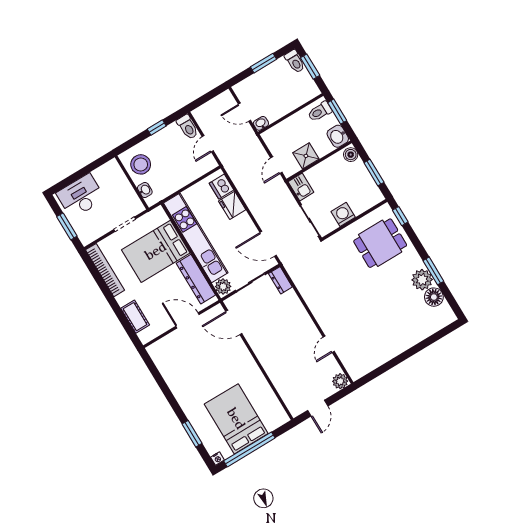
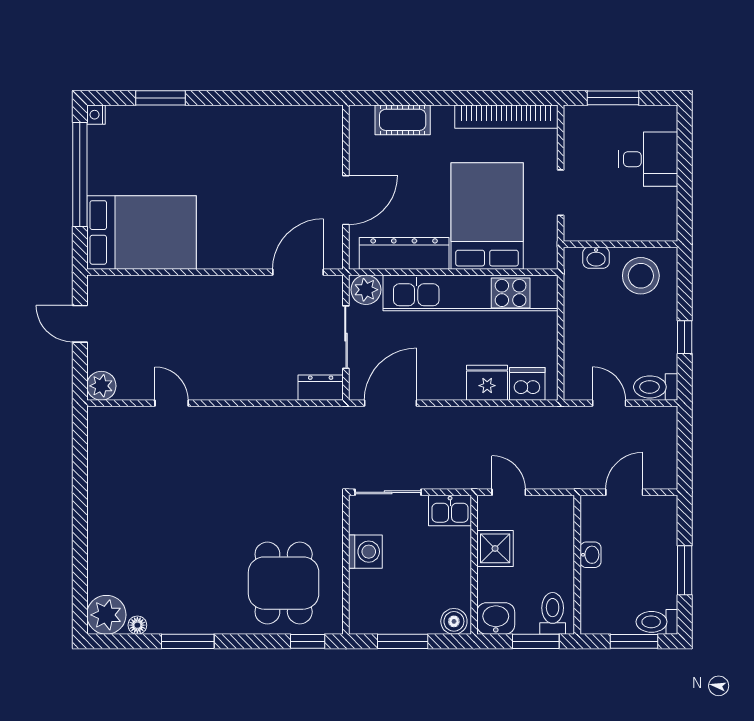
washbasin: (261, 123) -> (590, 555), moved
desk: (81, 196) -> (648, 159), width x0.73
plant: (422, 280) -> (106, 615), moved
floor lamp: (434, 297) -> (137, 625), width x0.53, depth x0.53
bed: (236, 419) -> (141, 232), moved

